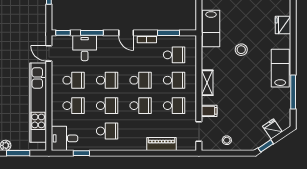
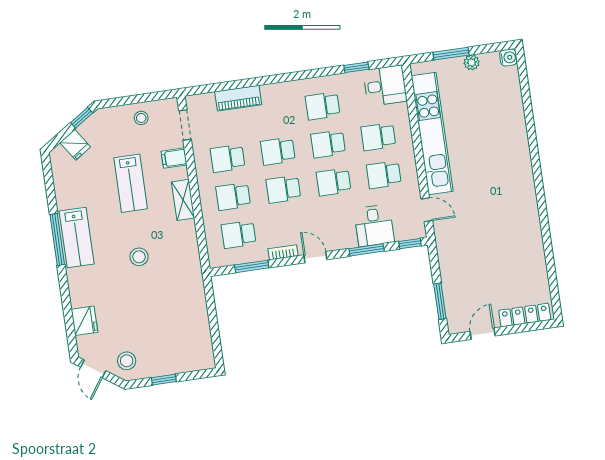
fridge: (283, 25) -> (84, 321), moved
lab bench: (211, 28) -> (131, 183), moved, turned 180
window: (293, 92) -> (57, 240), moved

